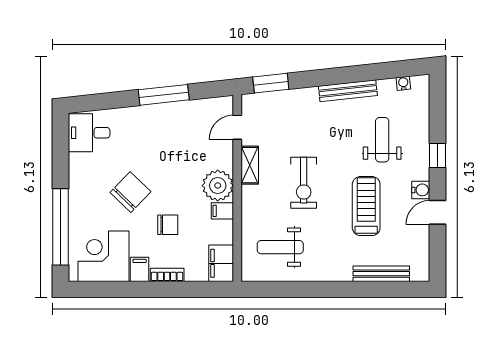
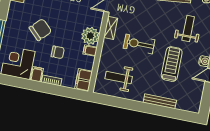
exercise bike: (304, 183) -> (139, 44), turned 90
bench: (381, 274) -> (160, 101), moved

